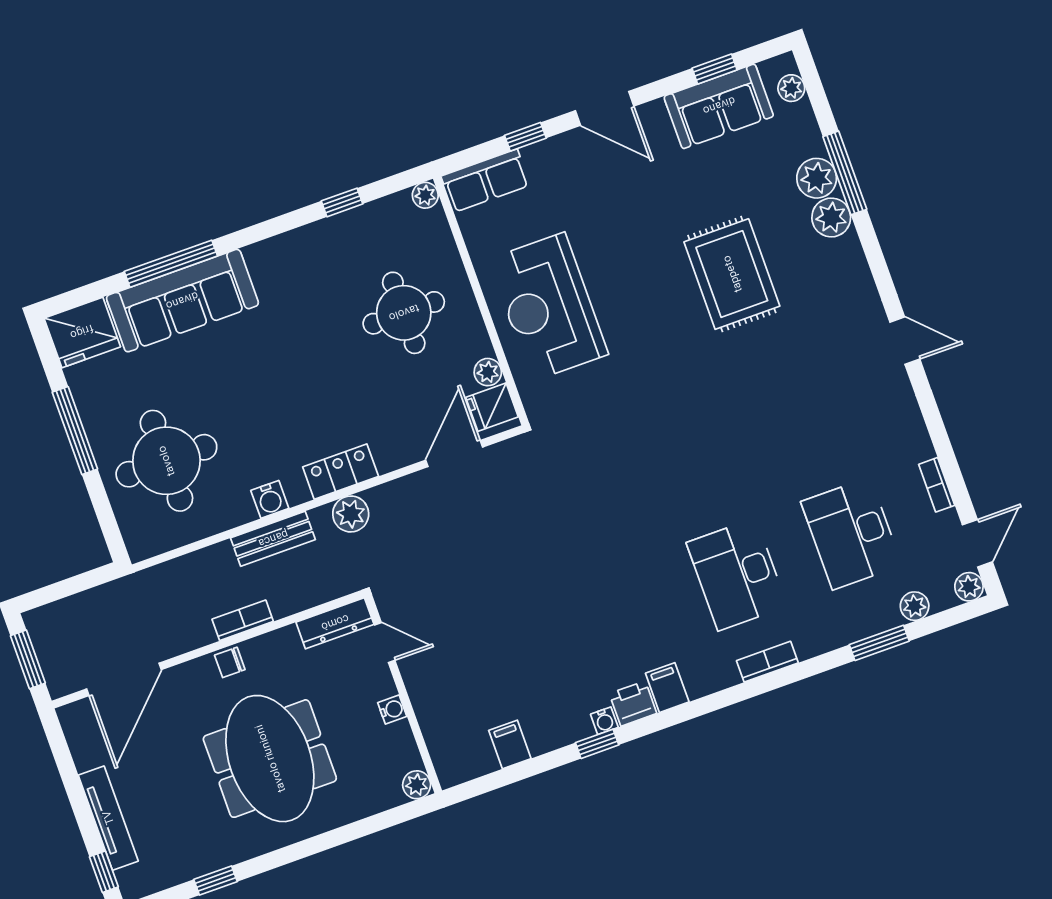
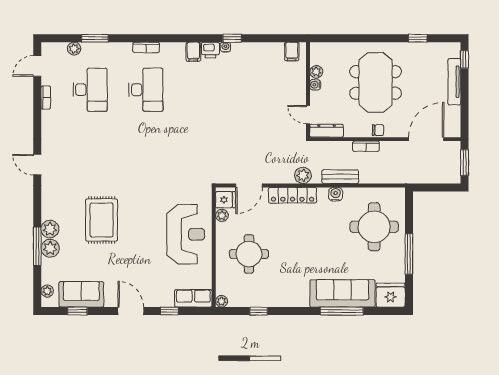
locker: (341, 472) -> (292, 195), width x1.53
plant: (969, 587) -> (48, 49), removed
filing cabinet: (510, 744) -> (292, 51), moved
plant: (417, 785) -> (316, 72), moved

